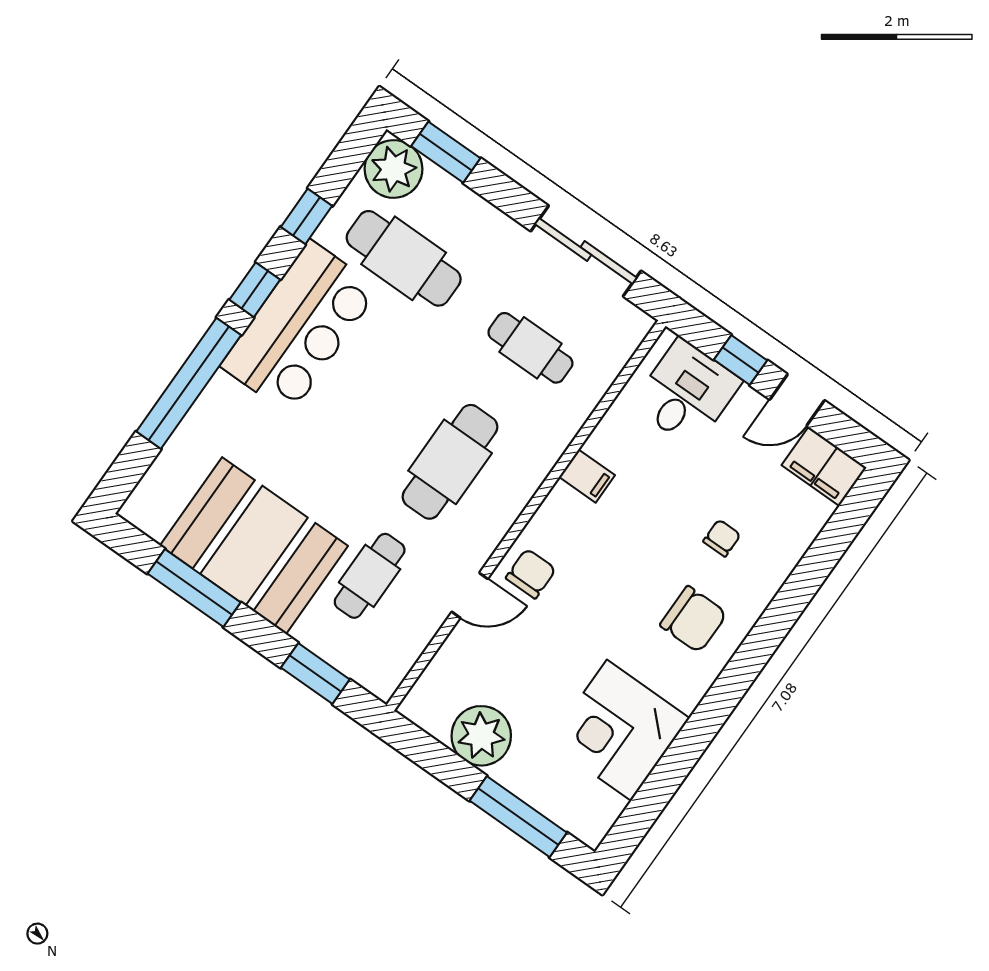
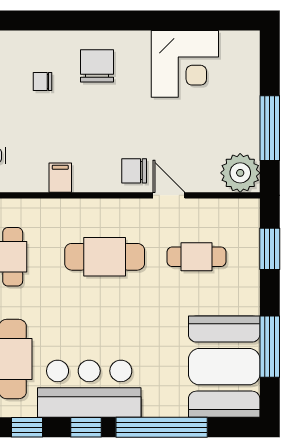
booth: (254, 546) -> (224, 367), moved
plant: (481, 736) -> (240, 173), moved
window: (518, 817) -> (270, 128), moved

